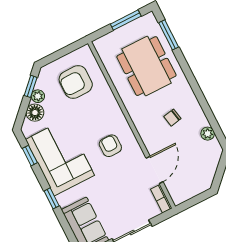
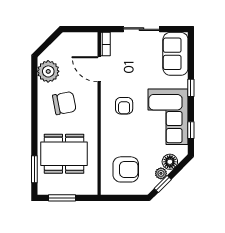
dining table: (146, 66) -> (64, 154), turned 90
chair: (172, 118) -> (64, 103), width x1.87, depth x1.87
plant: (208, 134) -> (48, 71), width x1.87, depth x1.87
door: (155, 170) -> (99, 69), hinge flipped

